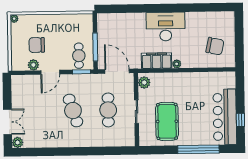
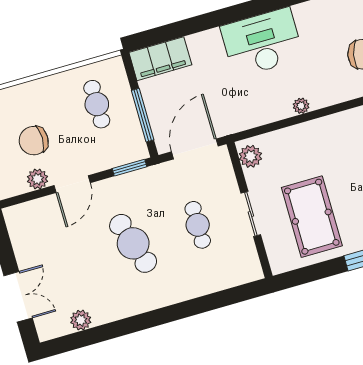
cafe table: (79, 56) -> (97, 104), moved
filing cabinet: (157, 61) -> (160, 59), moved, turned 180
door: (117, 71) -> (195, 149), hinge flipped
cafe table: (108, 110) -> (198, 225), width x0.73, depth x0.74
plant: (18, 142) -> (81, 320), moved

